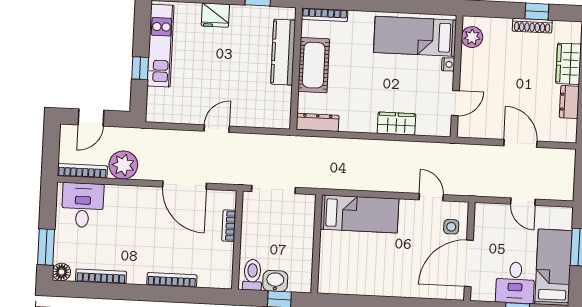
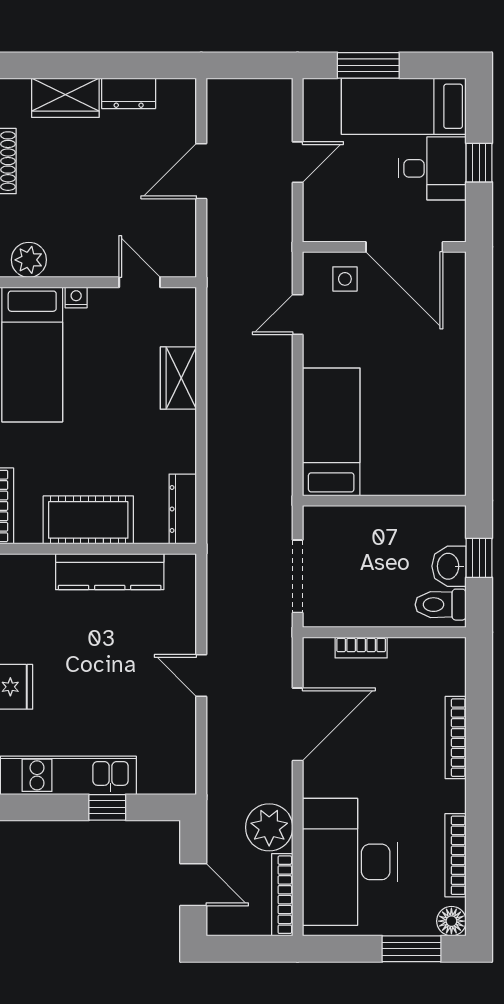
kitchen counter: (283, 52) -> (110, 572), moved
desk: (83, 205) -> (350, 862), width x1.87, depth x1.30

